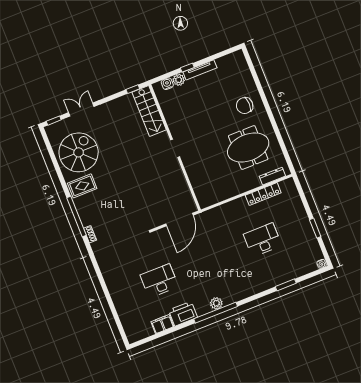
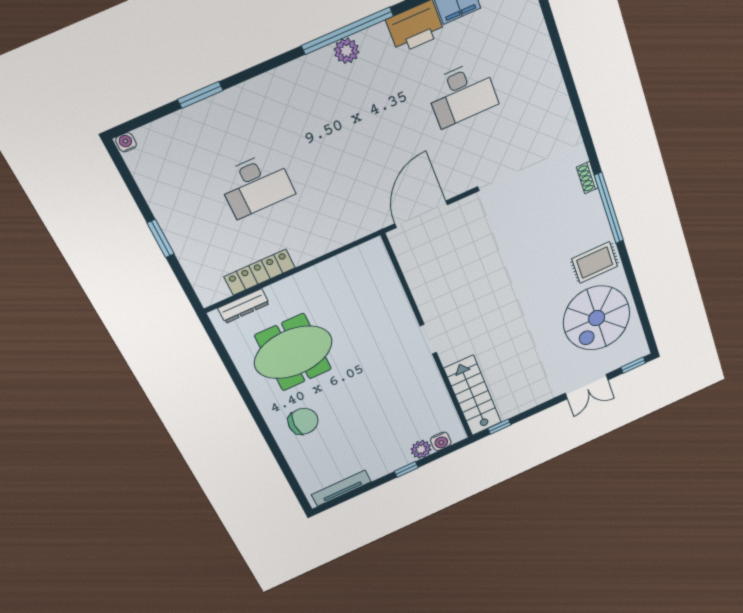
tv unit: (200, 70) -> (341, 488), moved
window: (315, 228) -> (161, 238), moved

